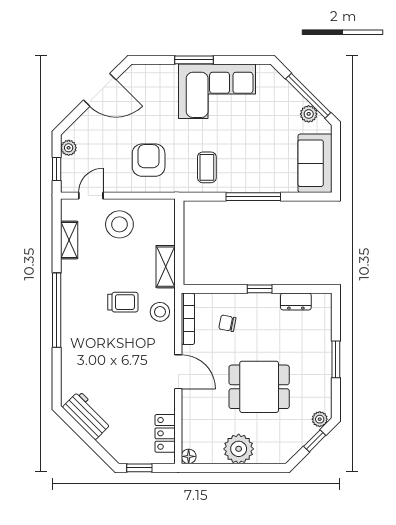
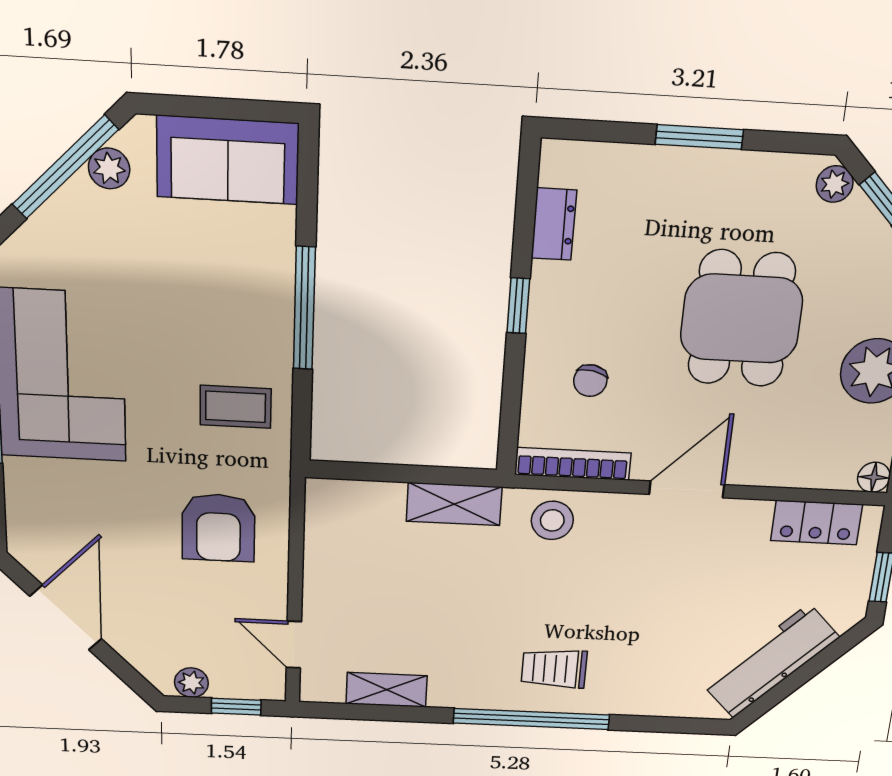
armchair: (149, 160) -> (218, 528), turned -90
stool: (119, 224) -> (358, 592), removed
trolley: (123, 302) -> (554, 669), moved, turned -90
workbench: (87, 415) -> (771, 661), width x1.37

